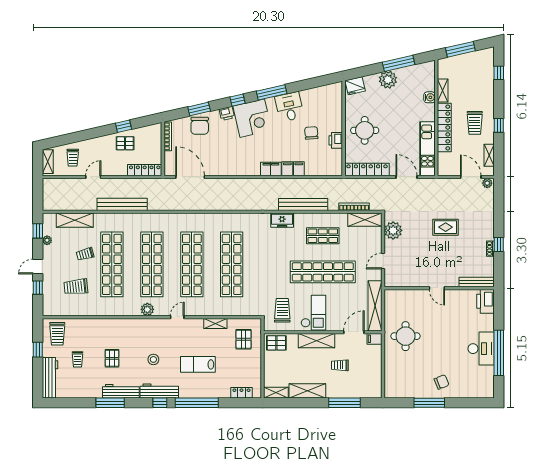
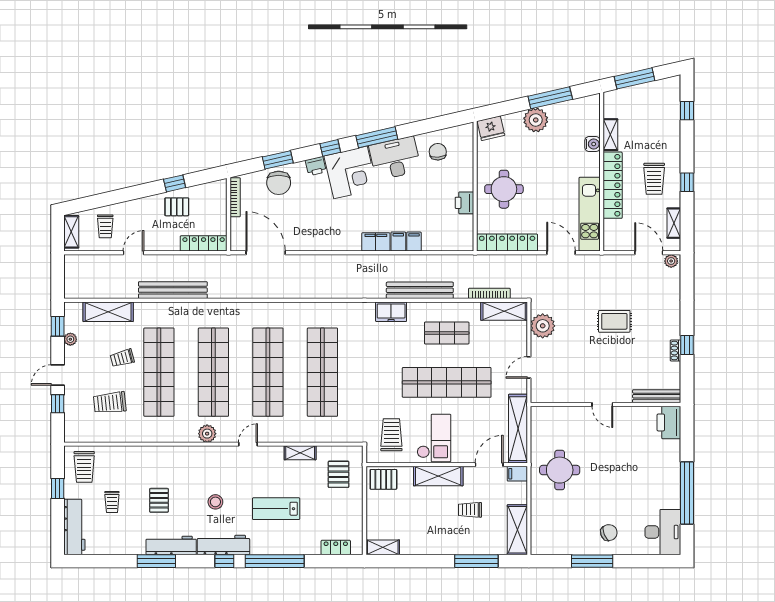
desk: (289, 107) -> (395, 158), width x1.37
chair: (311, 133) -> (438, 152), moved
desk: (481, 349) -> (663, 532), moved
shelving: (307, 391) -> (517, 530), moved, turned 90

